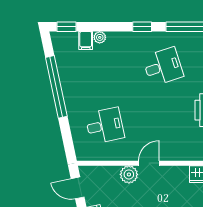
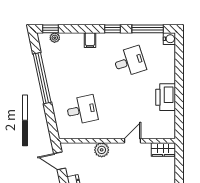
plant: (100, 37) -> (55, 38), moved
filing cabinet: (86, 40) -> (90, 40), moved
door: (149, 163) -> (132, 141), moved

